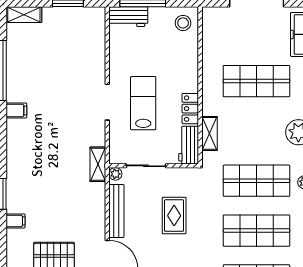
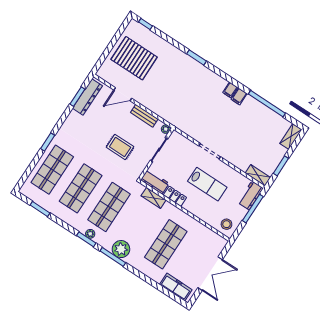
lab bench: (143, 103) -> (207, 184), moved
shelving: (98, 164) -> (258, 175), moved
bench: (116, 211) -> (144, 116), width x0.73
filing cabinet: (16, 221) -> (230, 90), moved

